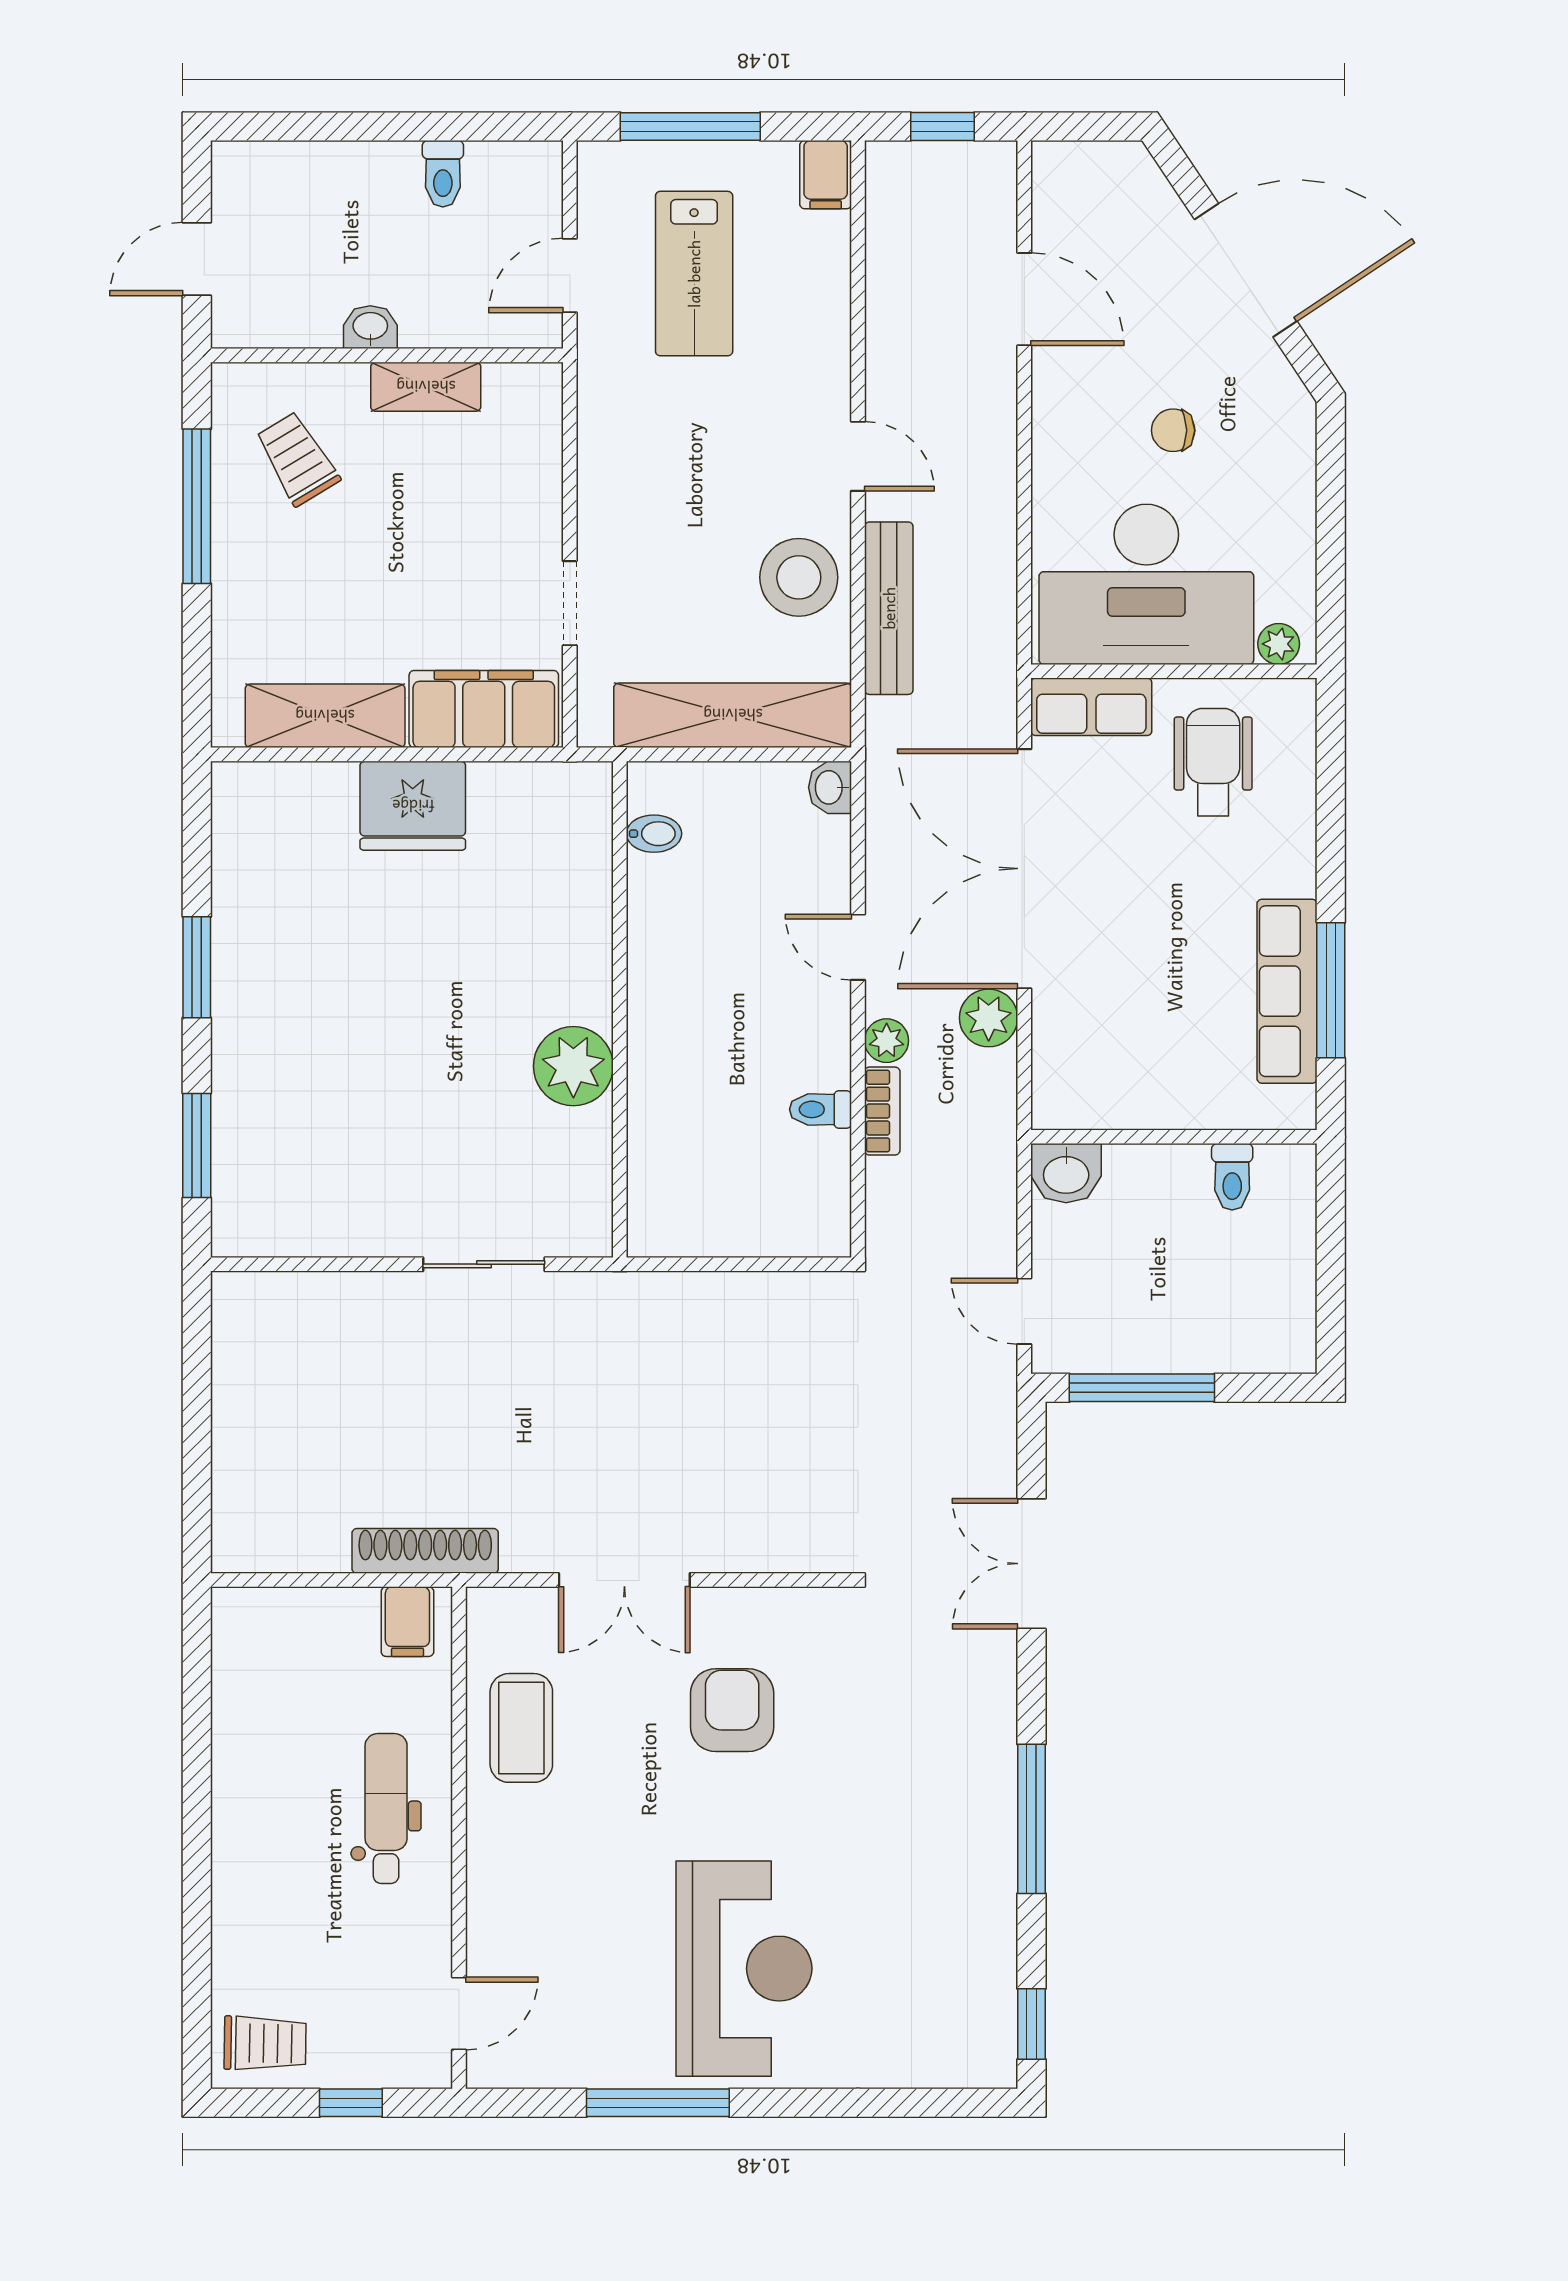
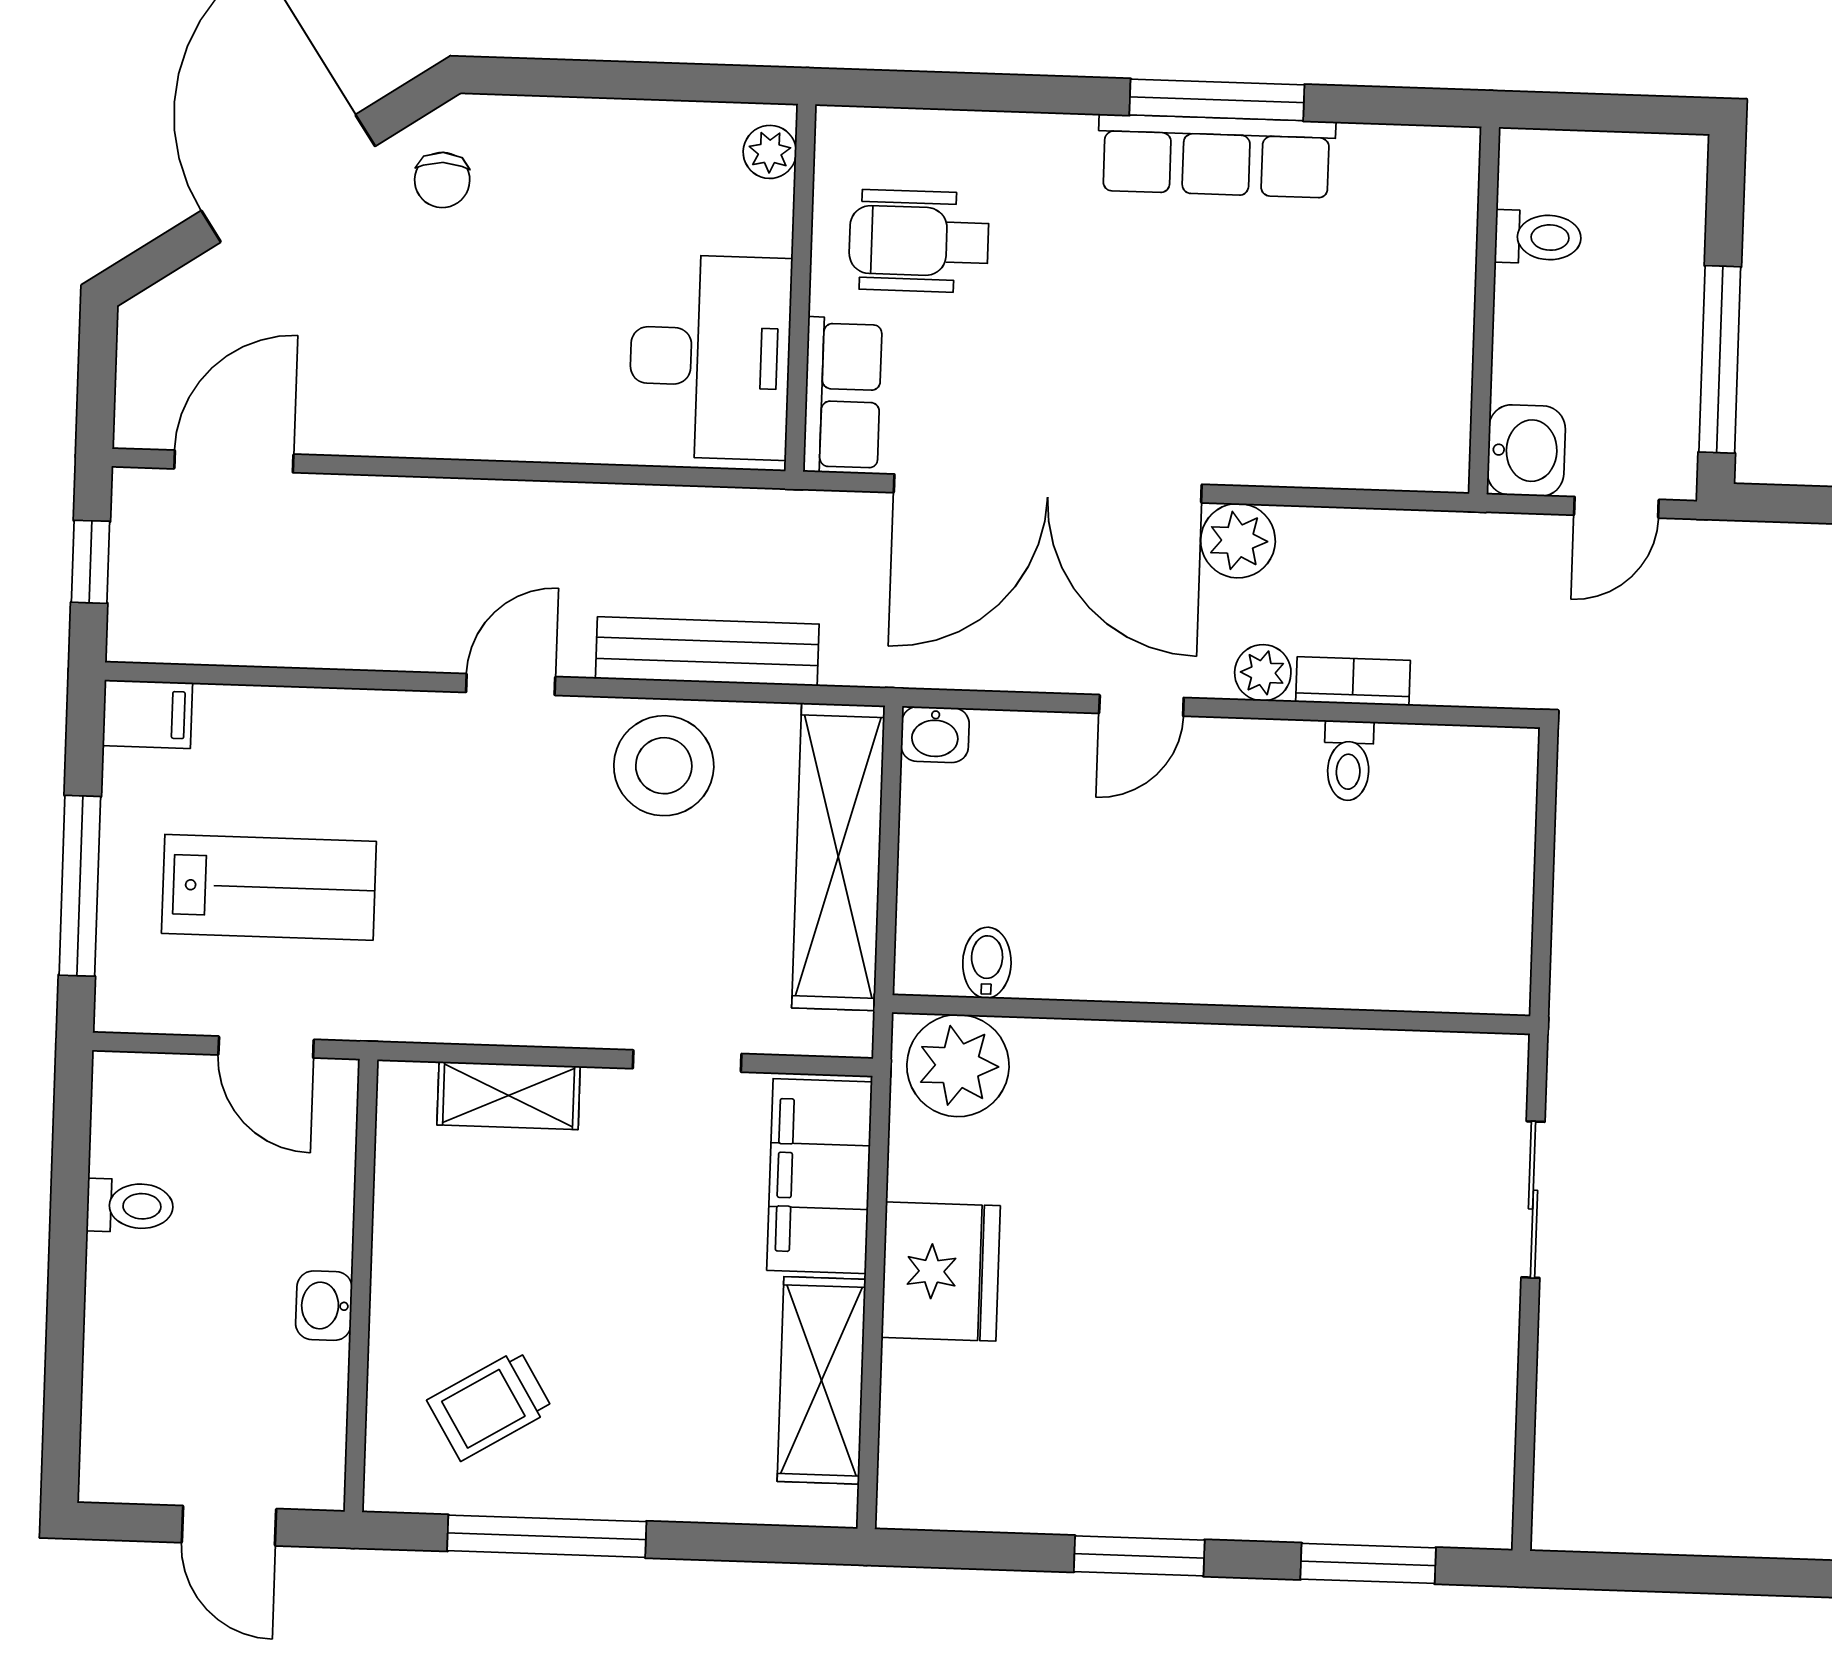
door: (1024, 299) -> (234, 461), moved
shelving: (426, 387) -> (509, 1095), moved, turned 90
chair: (1173, 430) -> (442, 180), moved
desk: (1146, 584) -> (710, 357), width x0.73, depth x0.77
plant: (573, 1066) -> (958, 1066), moved
wall: (1174, 1137) -> (1484, 310), moved
washbasin: (1066, 1173) -> (1526, 451), moved
toilet: (1232, 1177) -> (1538, 237), moved

